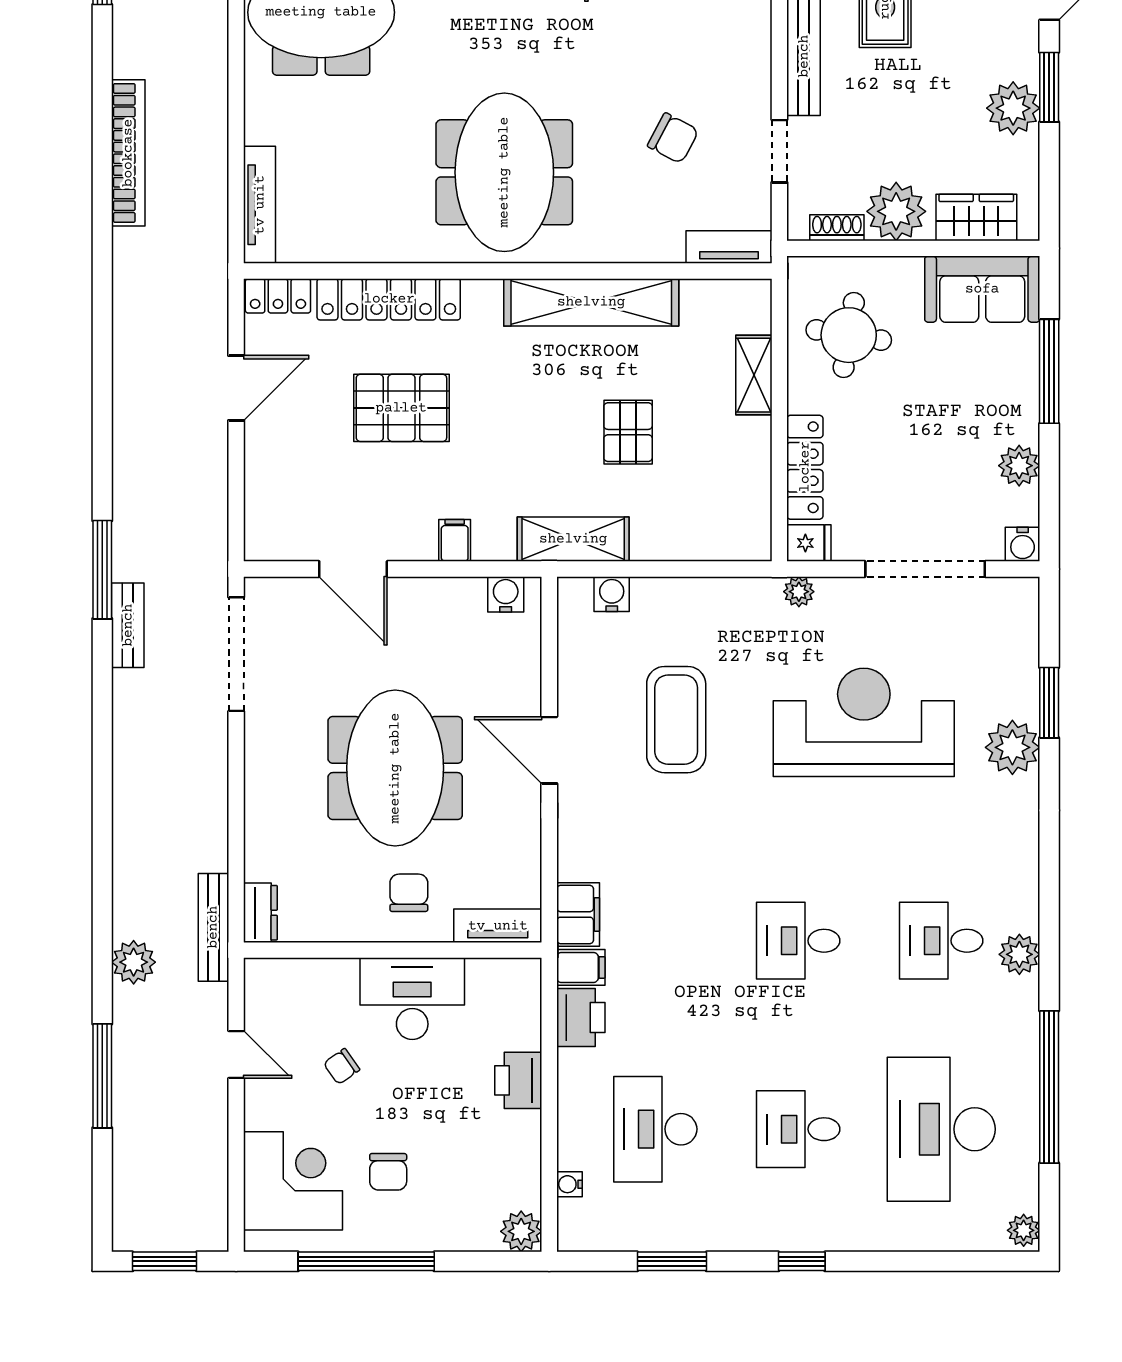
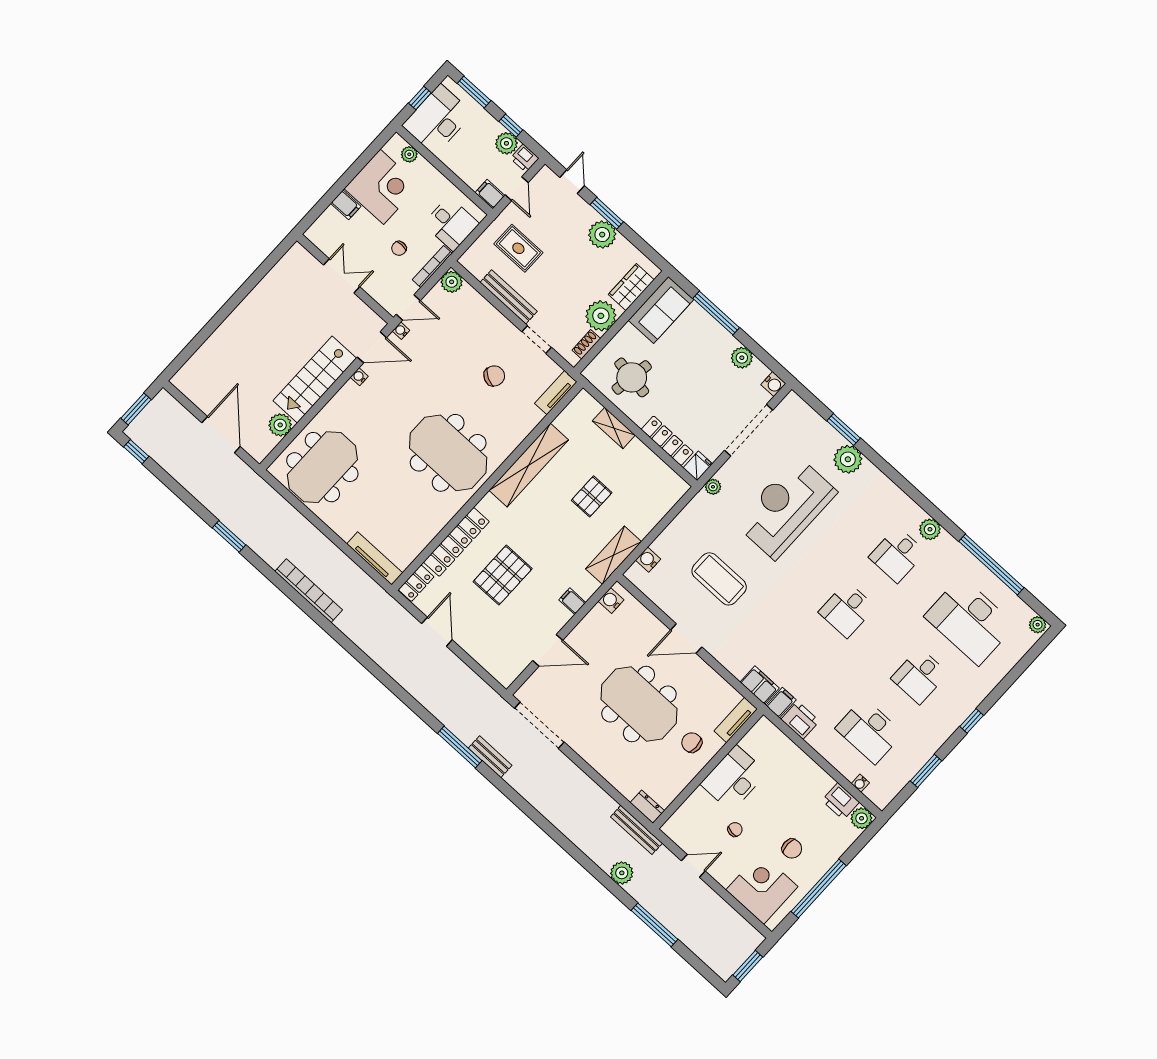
pallet: (628, 432) -> (592, 496), turned 90
chair: (342, 1066) -> (735, 829), turned -138
printer: (518, 1080) -> (841, 801), moved

